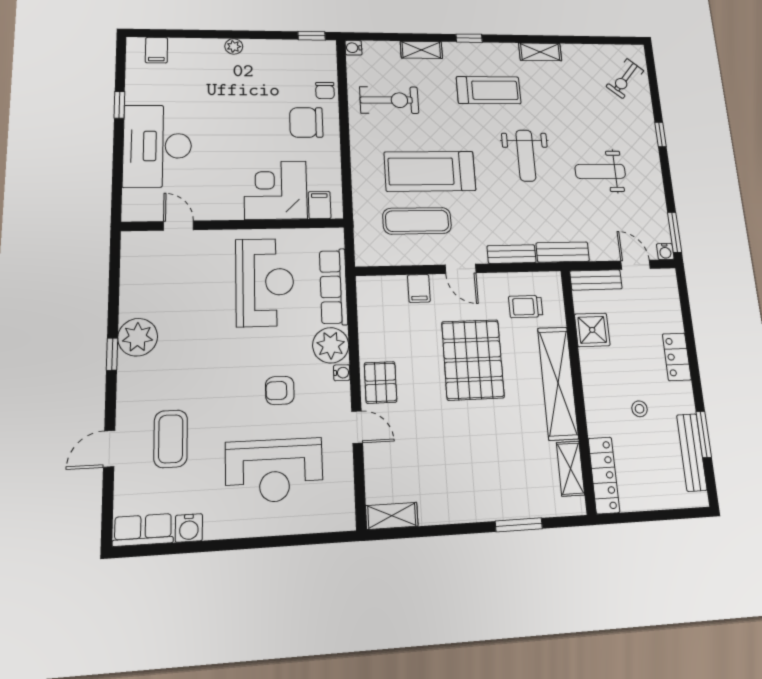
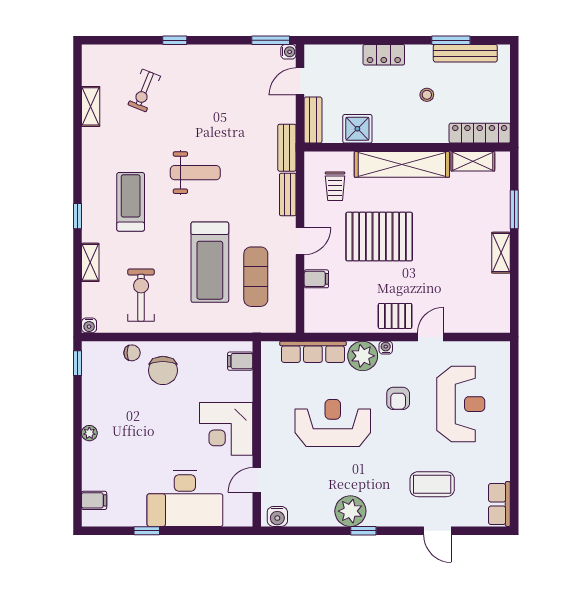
shelving: (540, 52) -> (91, 106), moved
exercise bike: (625, 79) -> (144, 90), moved, turned 72
weight bench: (600, 171) -> (211, 104), removed
corner desk: (276, 190) -> (226, 429), moved
reception desk: (265, 282) -> (333, 423), moved
shelving: (392, 516) -> (501, 253), moved
water cooler: (189, 528) -> (277, 516), moved, turned 90

